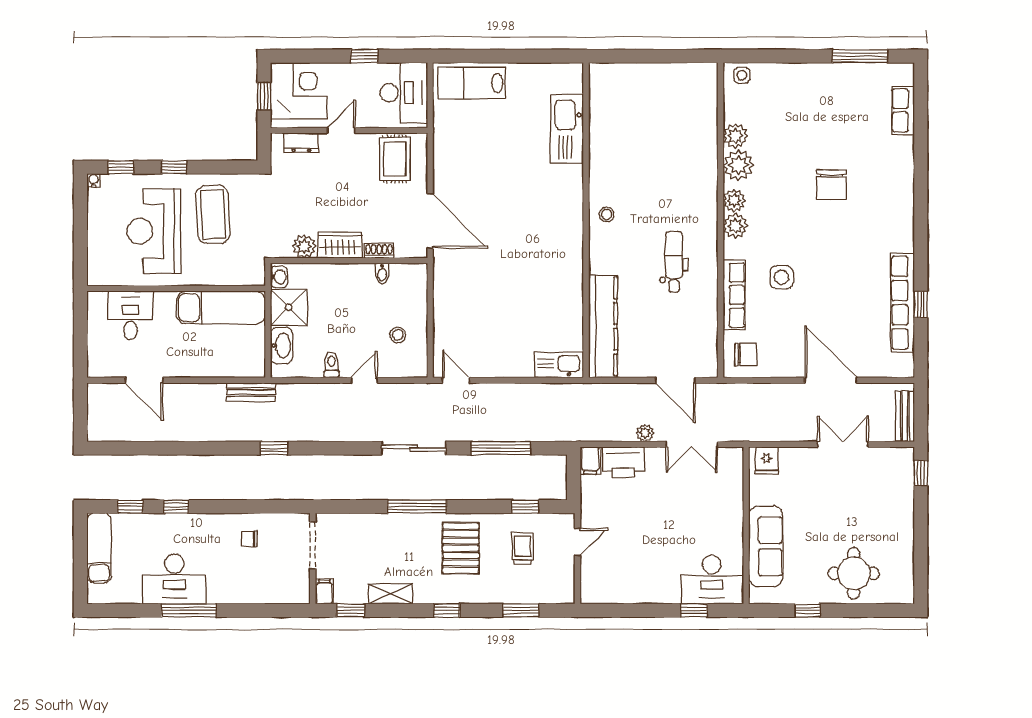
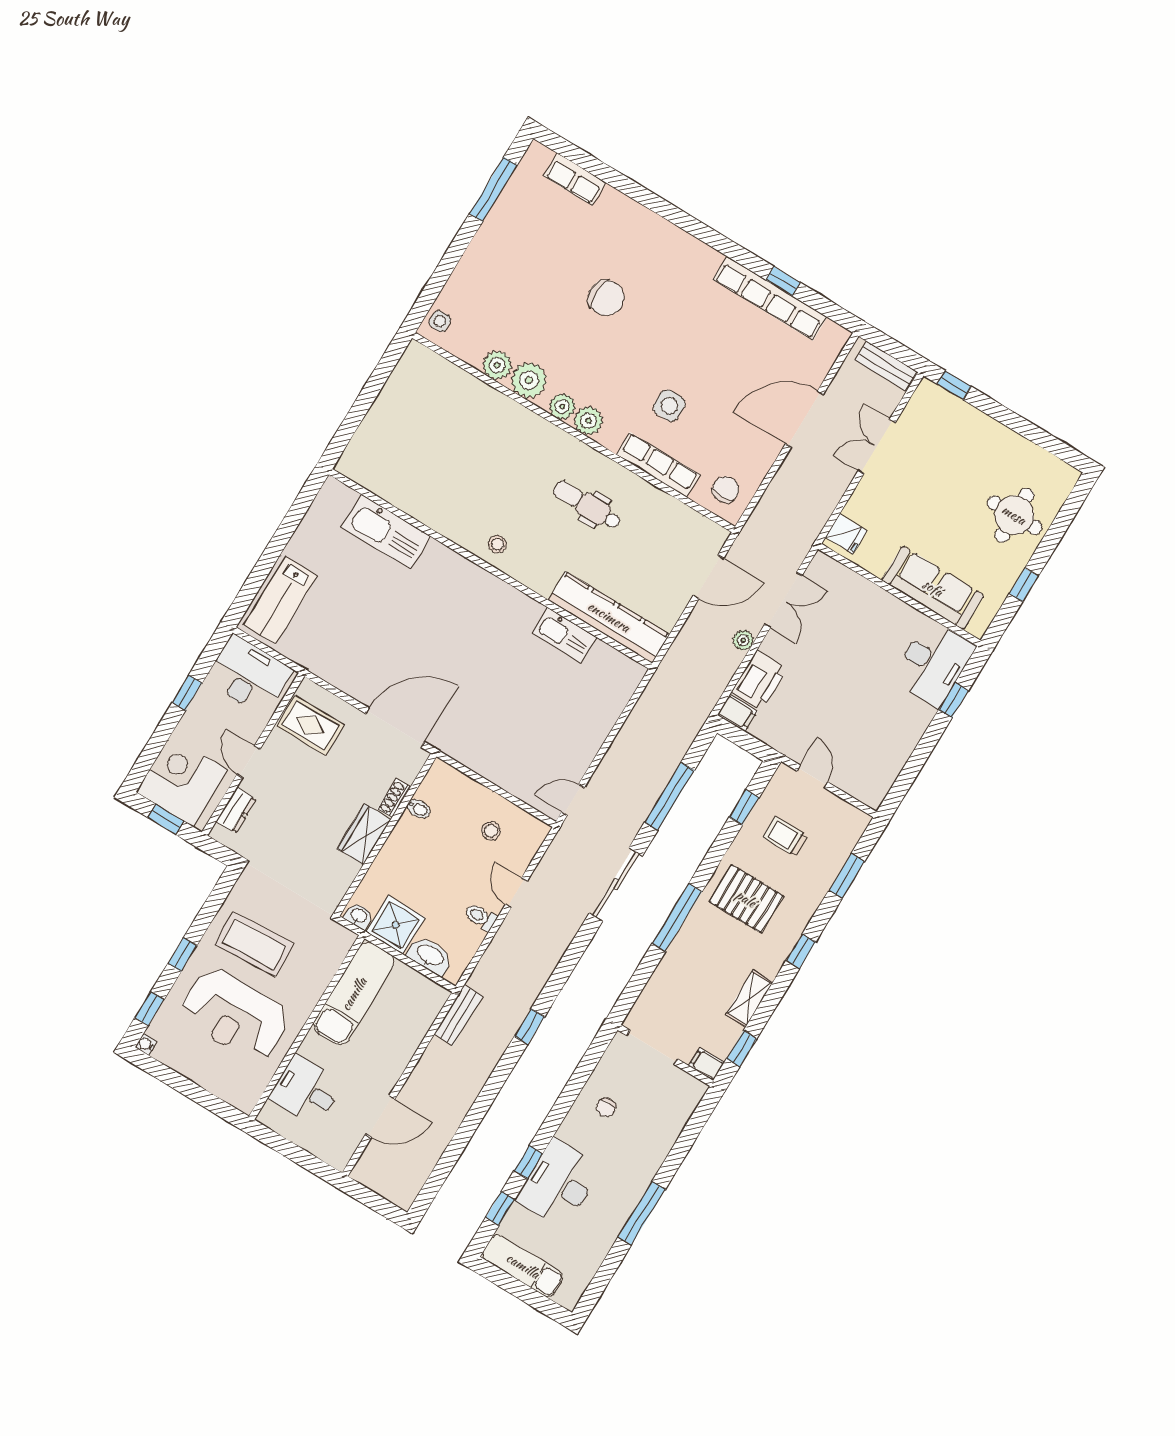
plant: (304, 246) -> (343, 871), removed
kitchen sink: (559, 365) -> (564, 635), moved, turned -90
desk: (174, 579) -> (559, 1184), moved, turned 180

